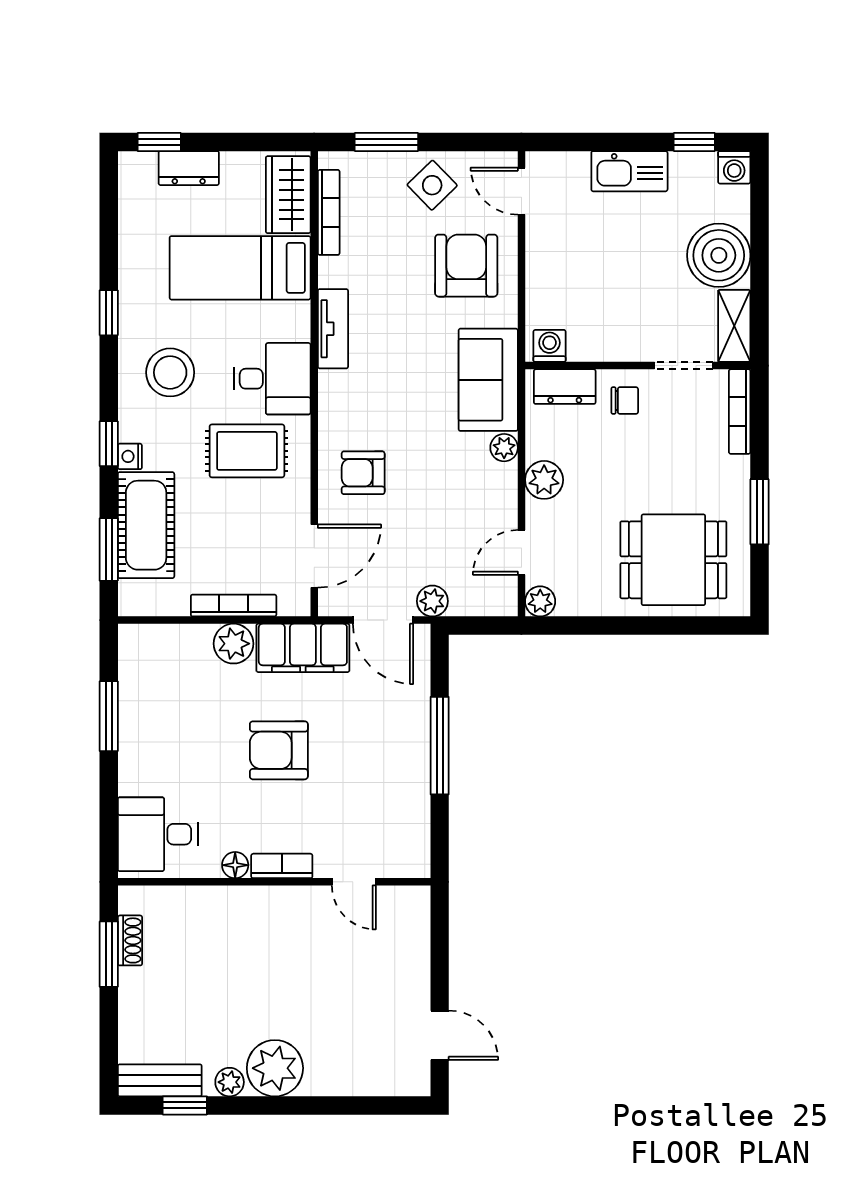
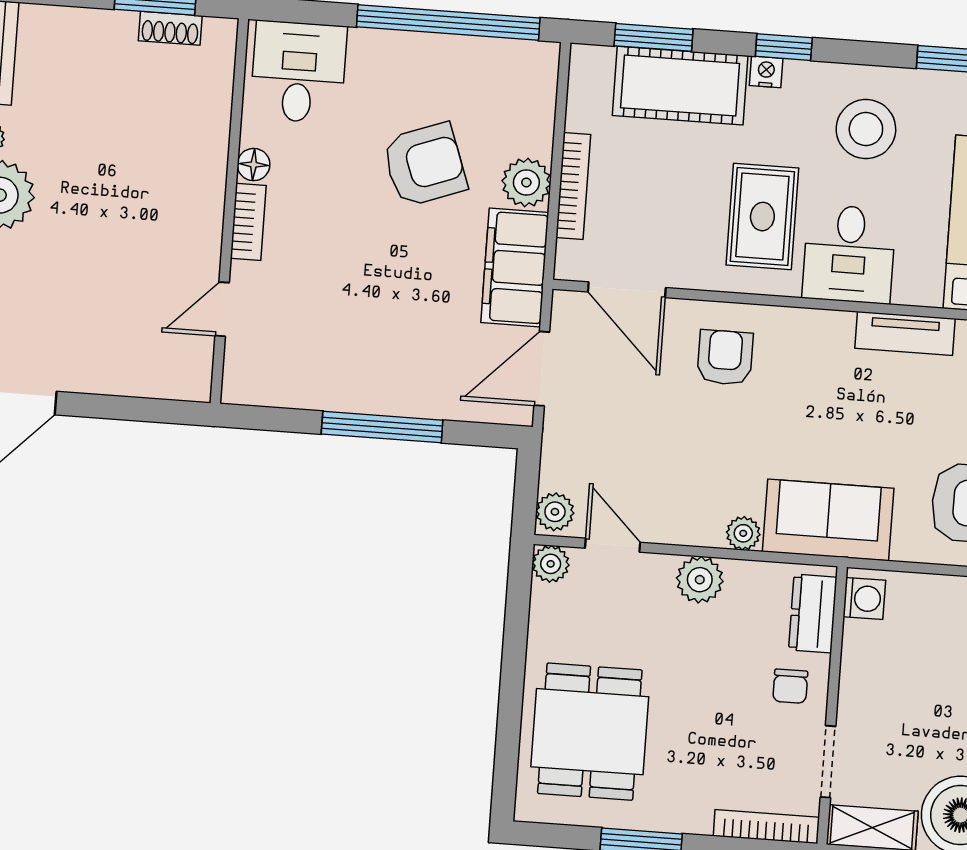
plant: (432, 601) -> (555, 512), moved
window: (109, 716) -> (448, 22), width x2.11
armchair: (279, 750) -> (425, 165), moved, turned 70

